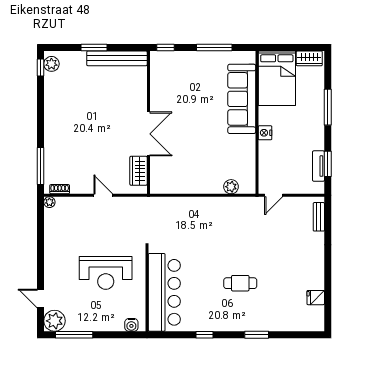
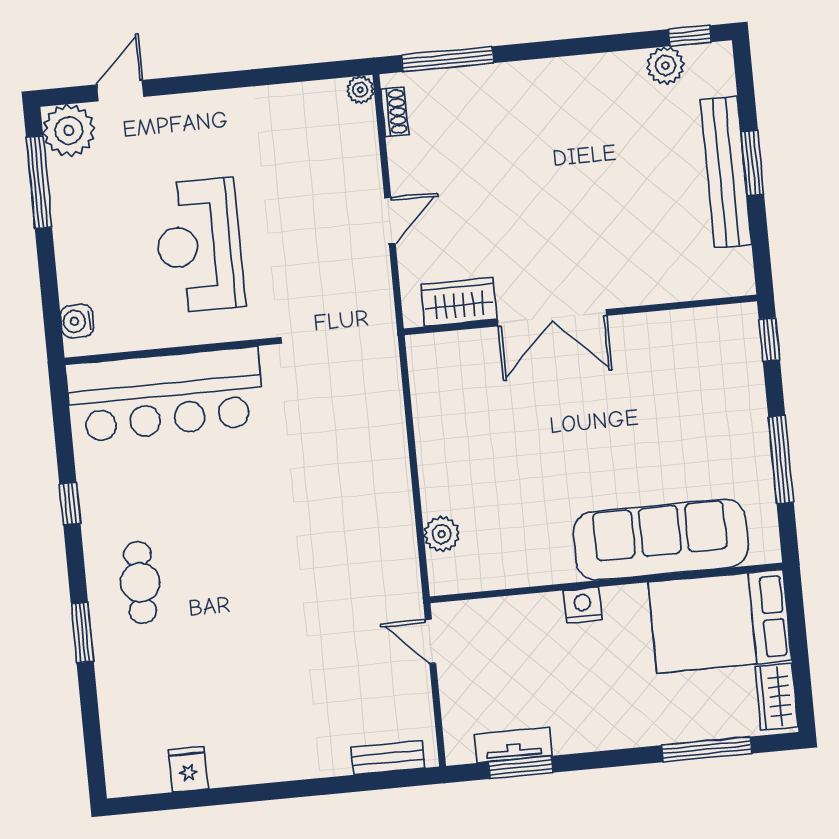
bench: (117, 58) -> (726, 172), moved
plant: (51, 64) -> (666, 65), moved
window: (328, 107) -> (707, 749), moved
cafe table: (240, 283) -> (140, 582), moved

